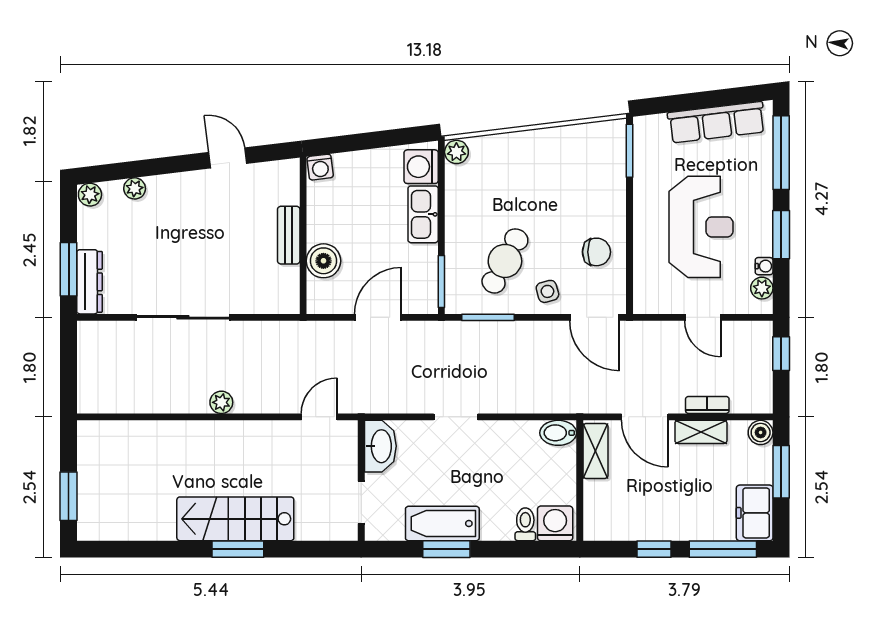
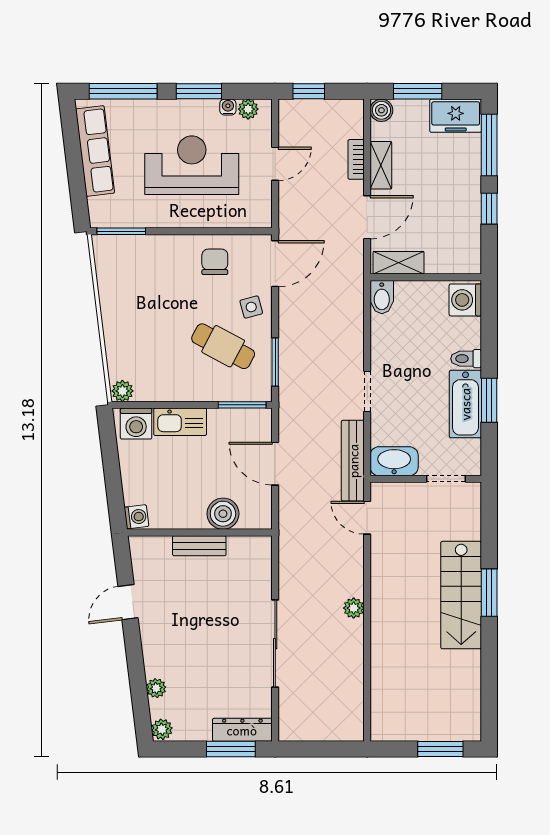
bench: (381, 401) -> (353, 461), added
toilet: (525, 524) -> (466, 359), moved

